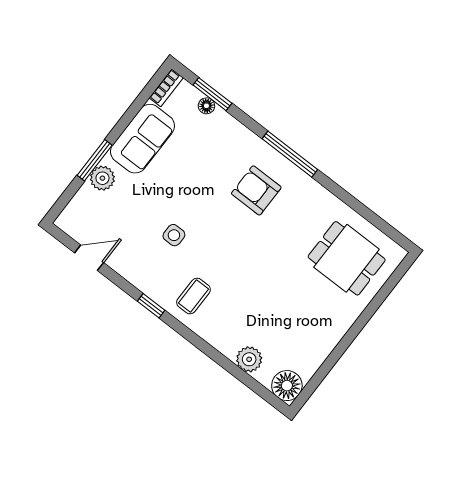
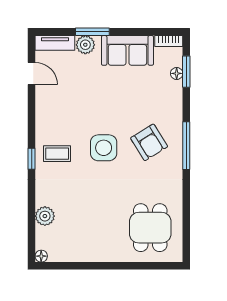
armchair: (256, 190) -> (149, 142), turned 148
tv unit: (76, 209) -> (55, 43), added
side table: (174, 235) -> (104, 148), moved, width x1.87, depth x1.87
window: (151, 306) -> (32, 159), moved
floor lamp: (287, 386) -> (41, 256), width x0.53, depth x0.53

